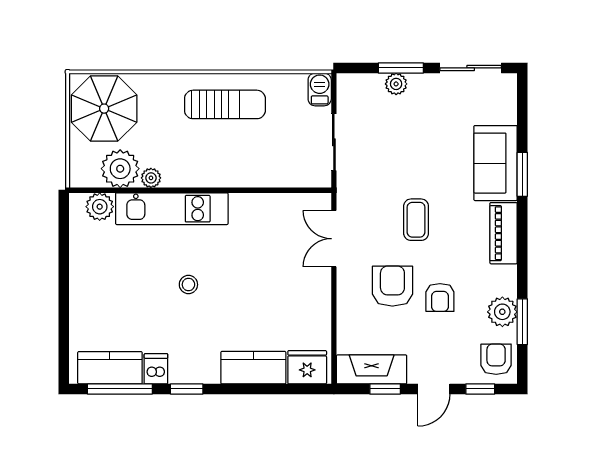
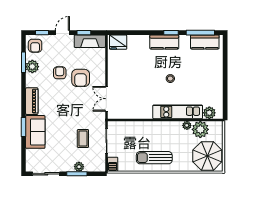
coffee table: (416, 220) -> (83, 139), moved
double door: (334, 239) -> (106, 99), swing flipped
kitchen counter: (253, 368) -> (164, 42), moved
dishwasher: (156, 369) -> (185, 42), removed

